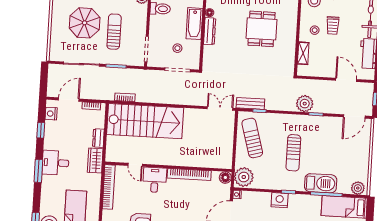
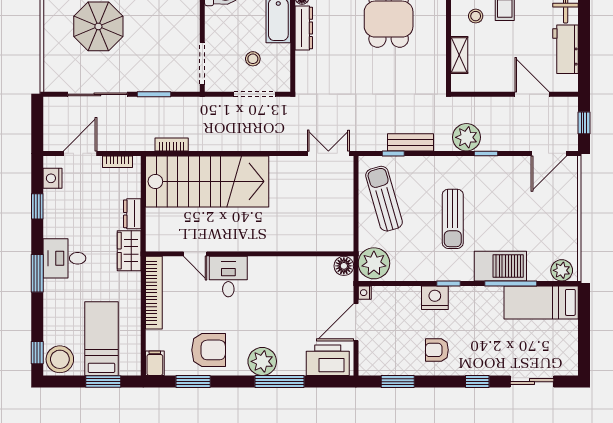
sun lounger: (114, 32) -> (147, 38), removed
bench: (250, 103) -> (410, 142), moved
bookcase: (189, 174) -> (284, 264), removed

